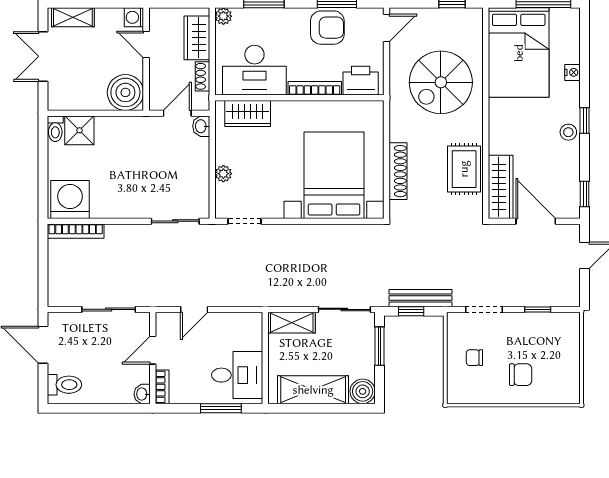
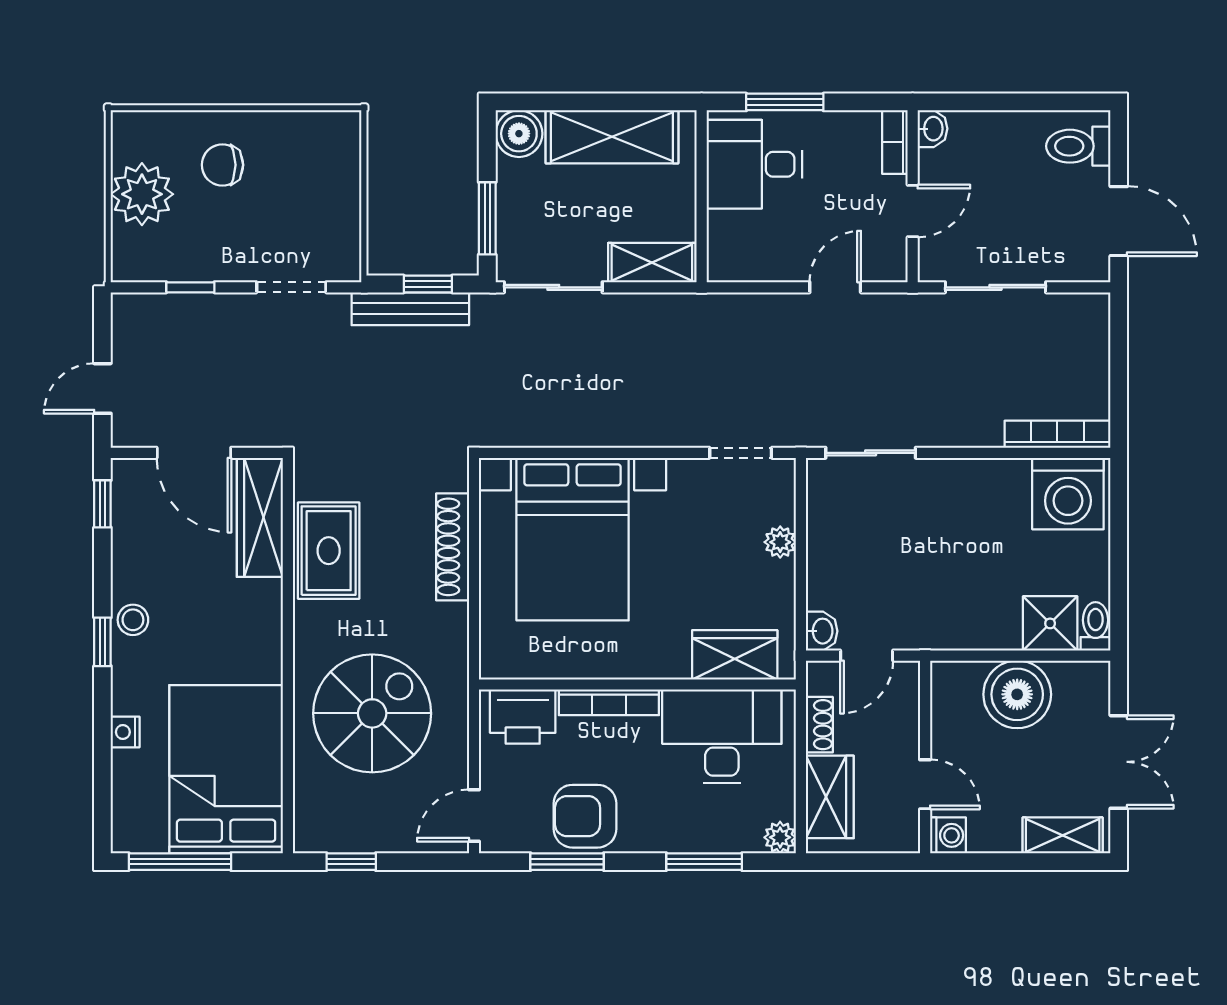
boiler: (125, 92) -> (1017, 694), moved
chair: (474, 358) -> (309, 197), removed
plant: (564, 359) -> (142, 194), added

